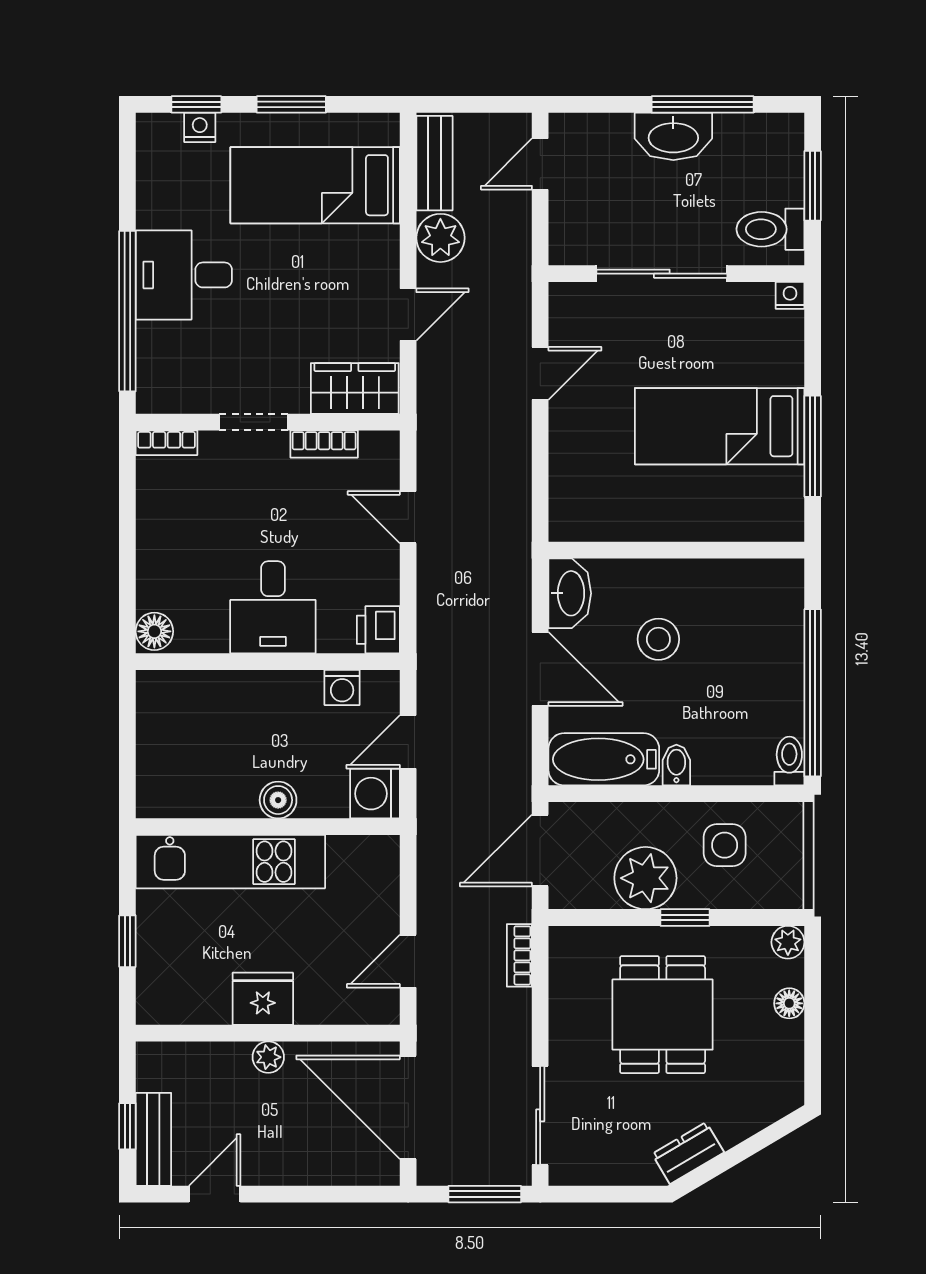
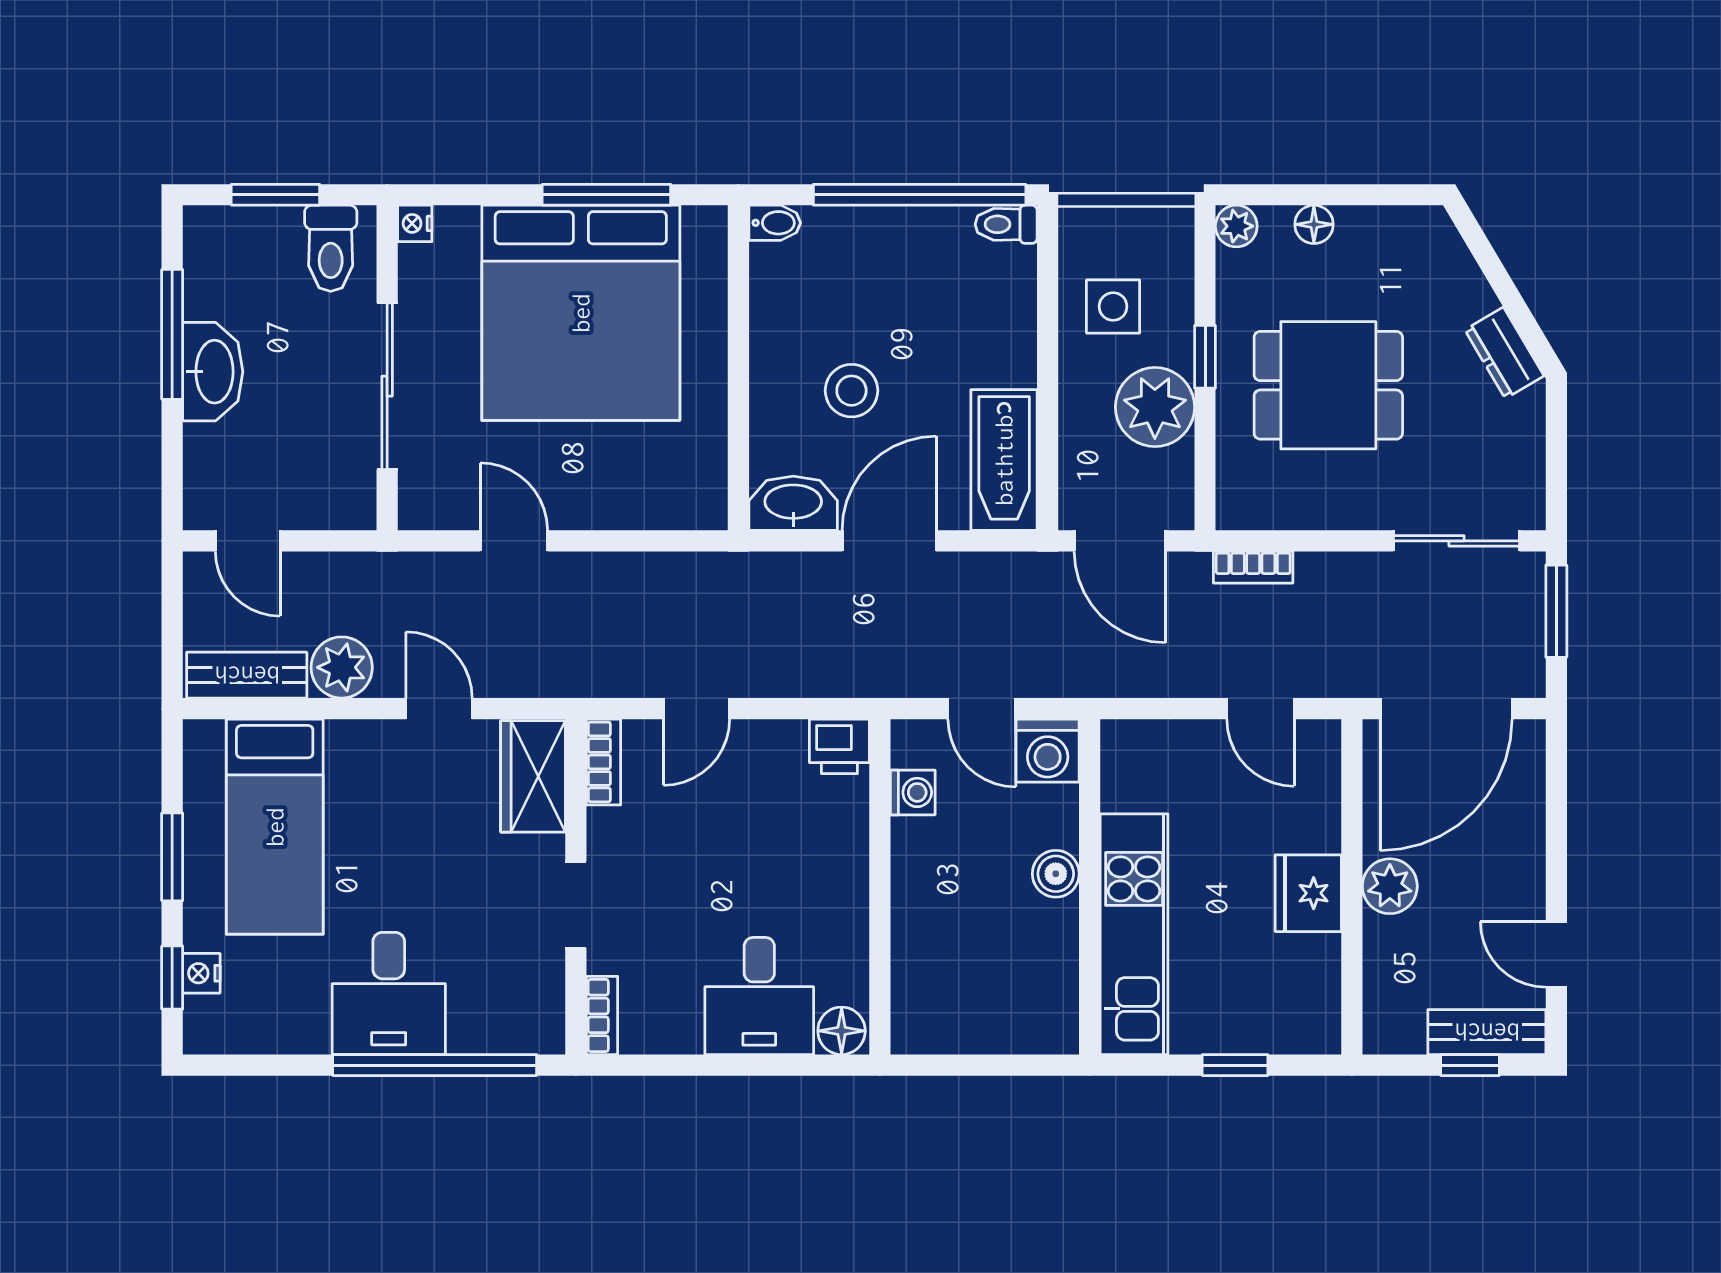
bed: (720, 426) -> (581, 313), width x2.04
bookcase: (324, 444) -> (604, 762), moved
desk: (273, 607) -> (759, 996), moved, turned 90
bidet: (676, 765) -> (775, 223), moved, turned 180
plant: (268, 1057) -> (1390, 886), width x1.38, depth x1.38

